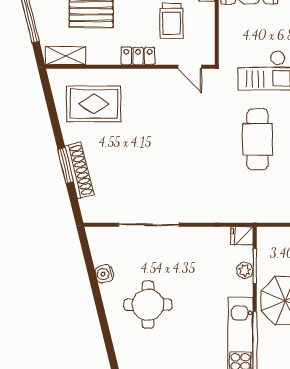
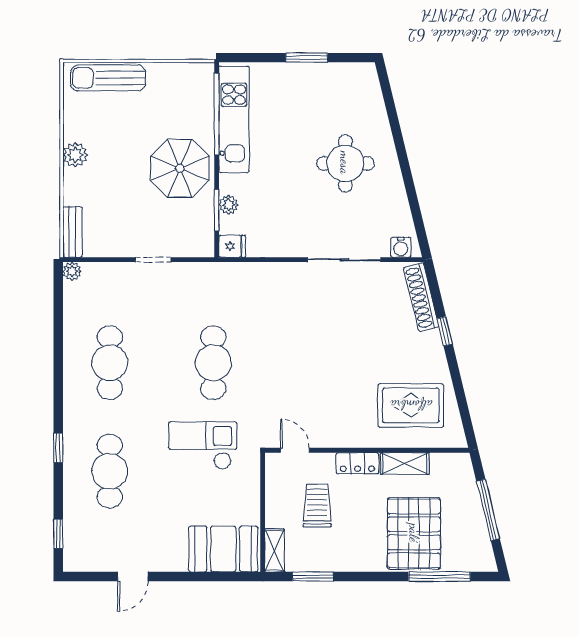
shelving: (66, 56) -> (405, 464), moved
window: (66, 165) -> (445, 331), width x0.67
shoe rack: (79, 170) -> (421, 297), moved
water cooler: (104, 274) -> (401, 247), moved, turned 104

